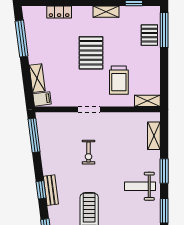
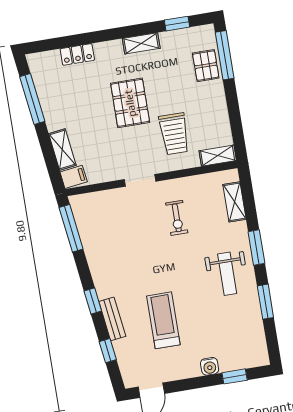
exercise bike: (89, 152) -> (177, 218), moved
weight bench: (140, 186) -> (227, 274), turned -90
bench: (51, 190) -> (112, 319), moved

